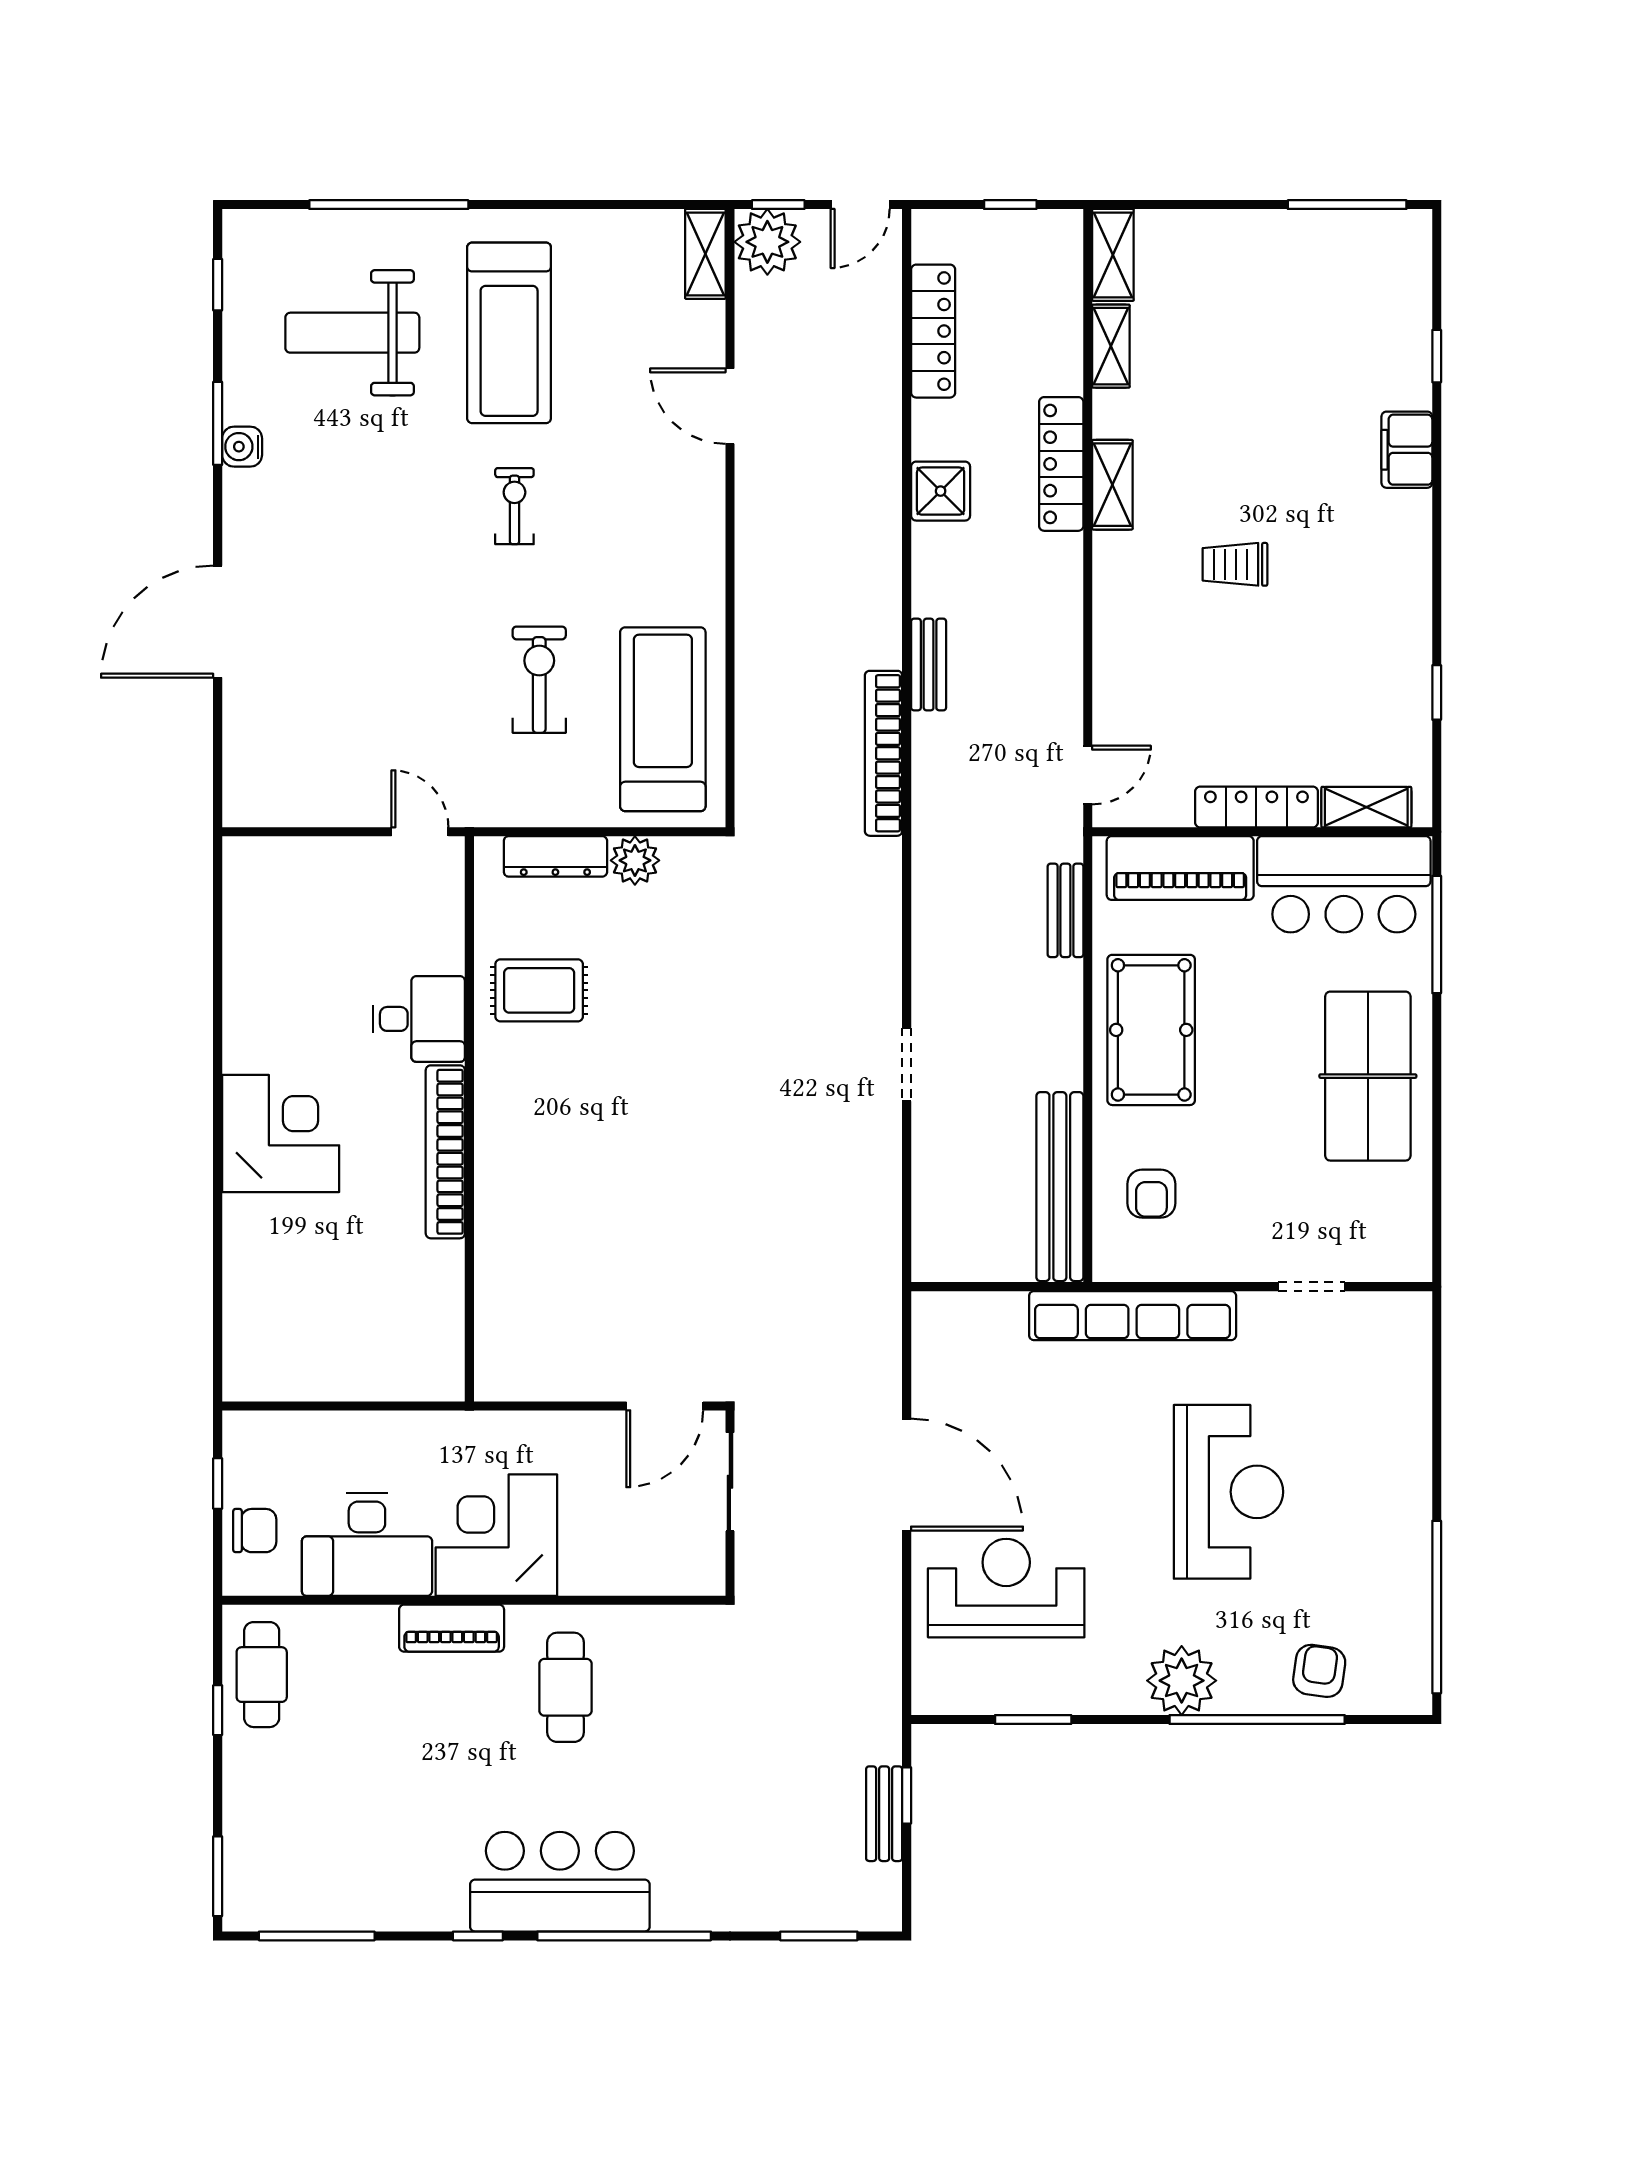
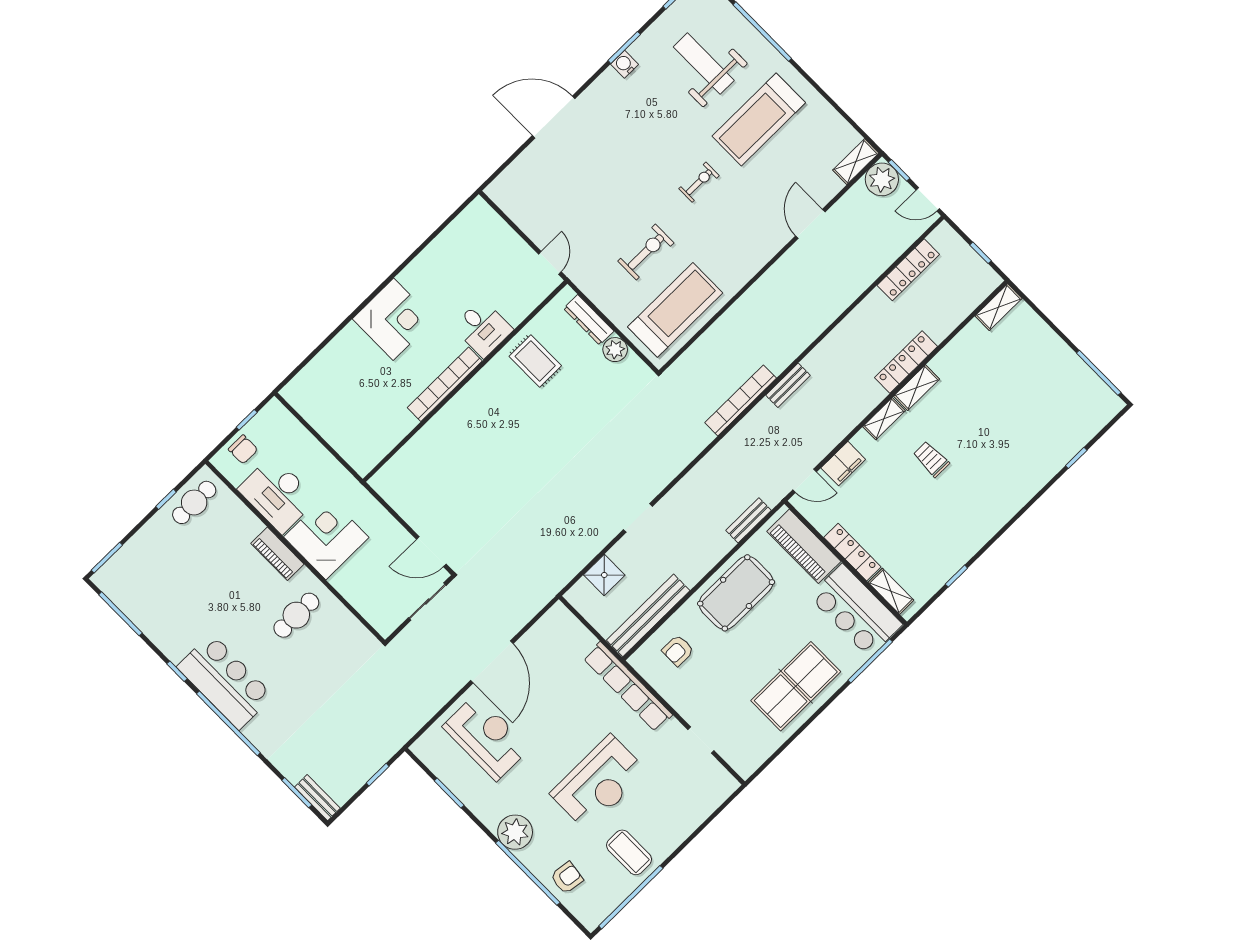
shelving: (1111, 346) -> (884, 419), moved
filing cabinet: (1407, 450) -> (843, 464), moved, turned 180
shower: (941, 491) -> (604, 575), moved
coffee table: (1370, 1547) -> (629, 852), added
bench: (884, 1814) -> (317, 798), moved, turned 90

